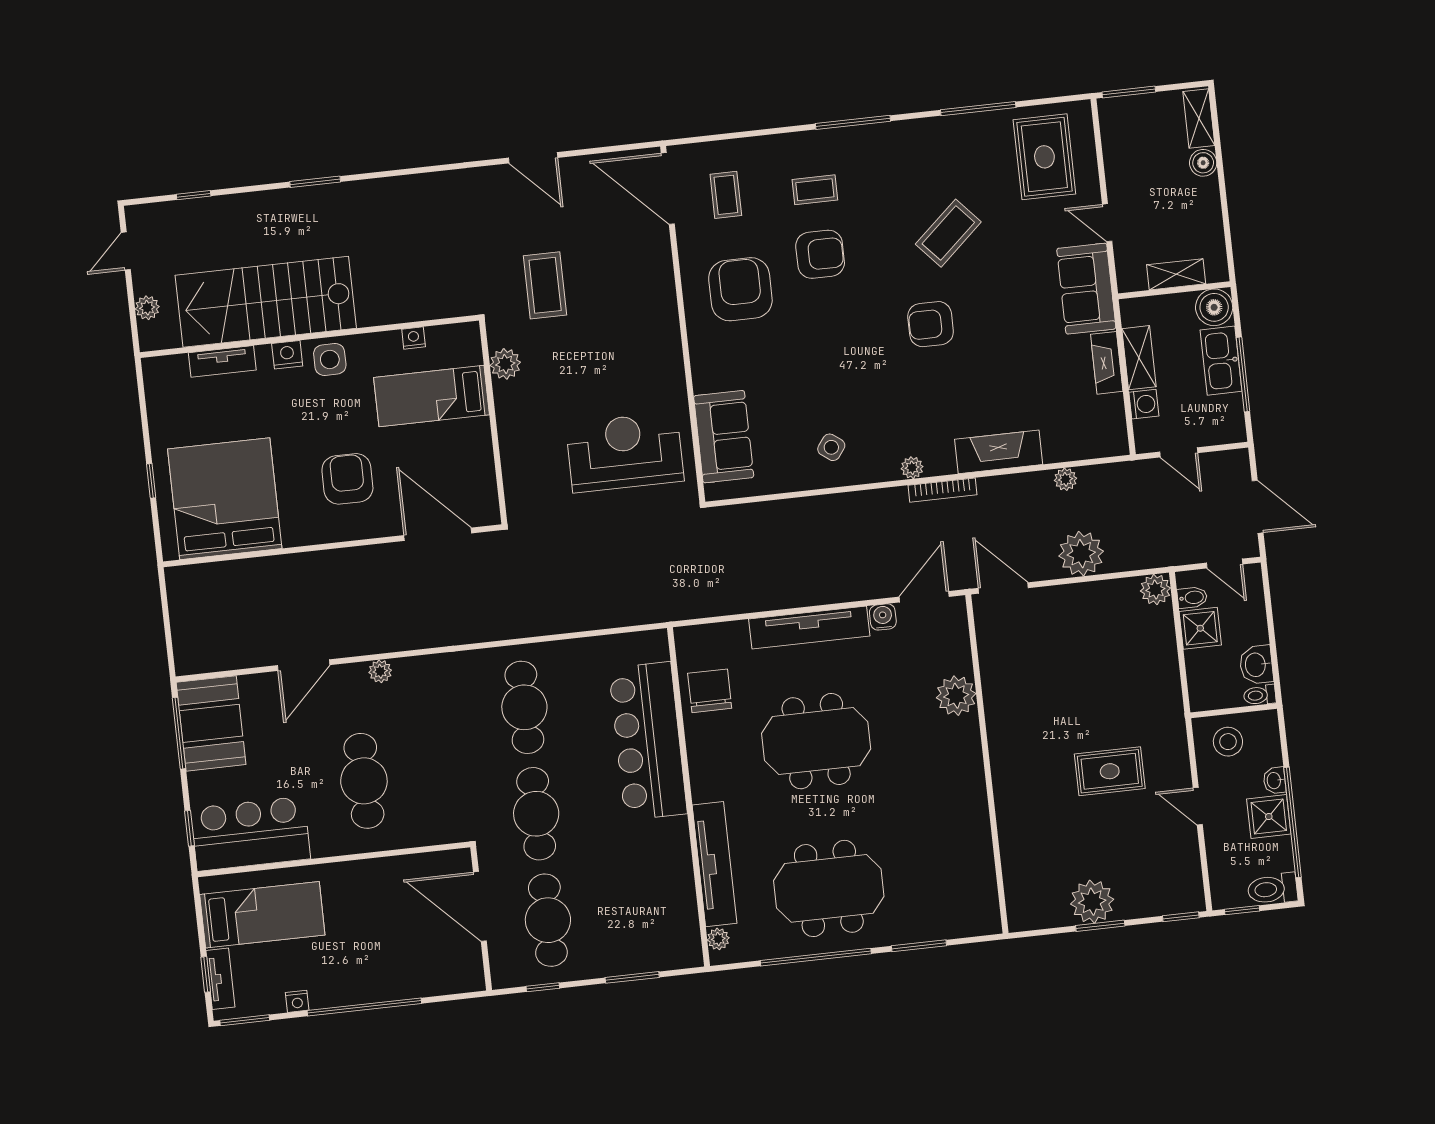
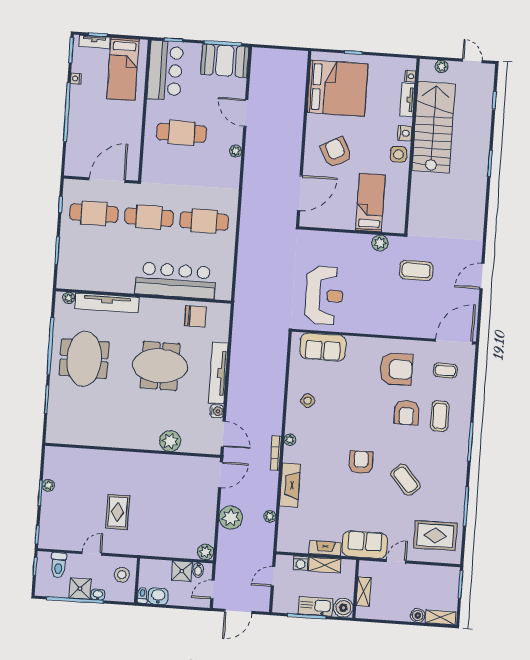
coffee table: (815, 190) -> (440, 416), width x1.36, depth x1.30
nightstand: (414, 338) -> (410, 76), moved
armchair: (347, 479) -> (336, 152), turned -118
meeting table: (816, 741) -> (160, 366), turned 90
toilet: (1272, 889) -> (58, 565), moved, turned 180
plant: (1092, 902) -> (48, 485), width x0.53, depth x0.53

